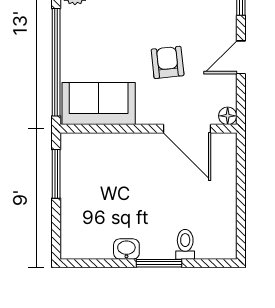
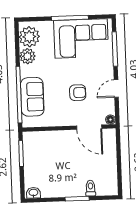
armchair: (168, 62) -> (78, 93), turned 96
sofa: (99, 104) -> (32, 97), moved, turned 90
washbasin: (126, 249) -> (33, 193), moved

